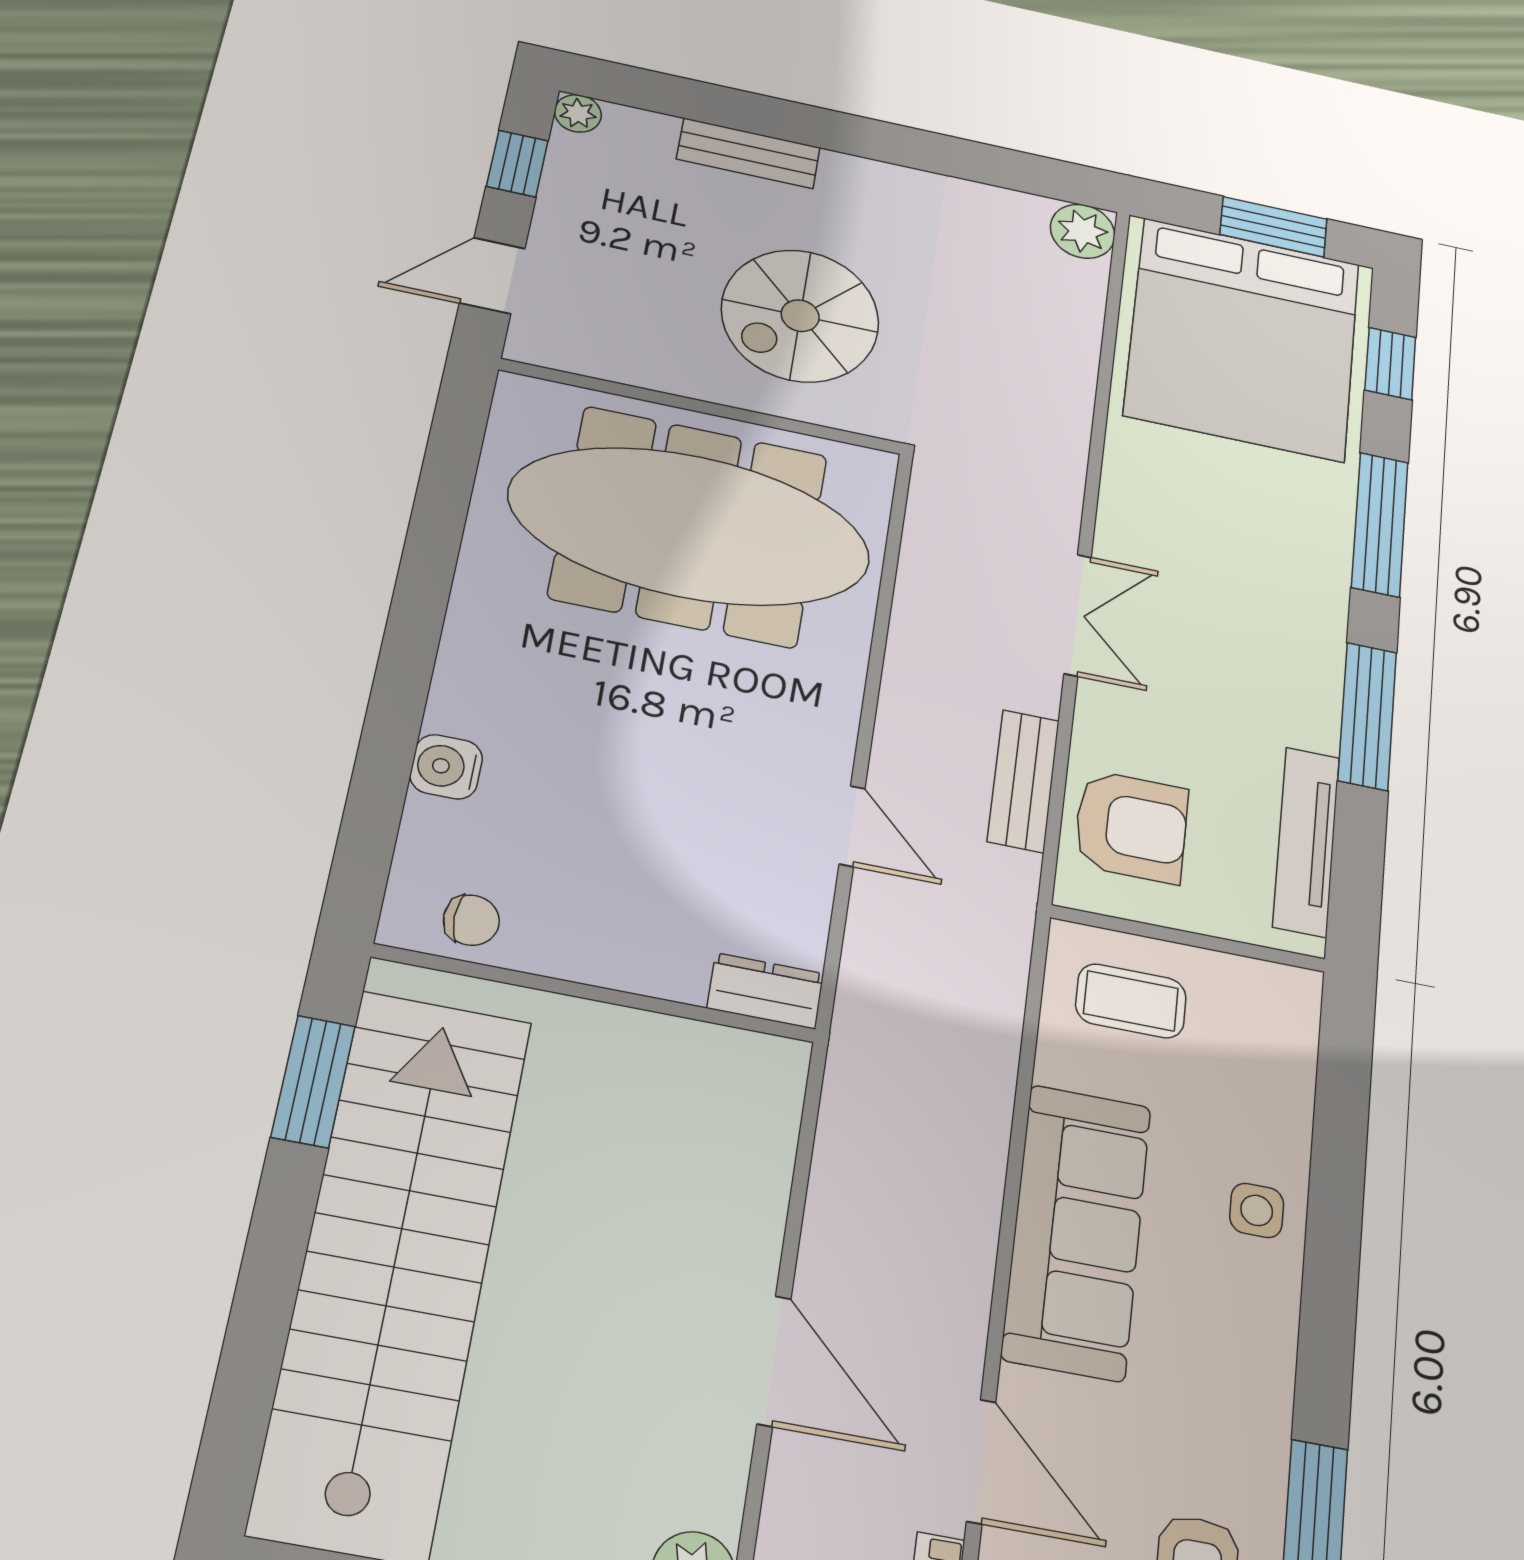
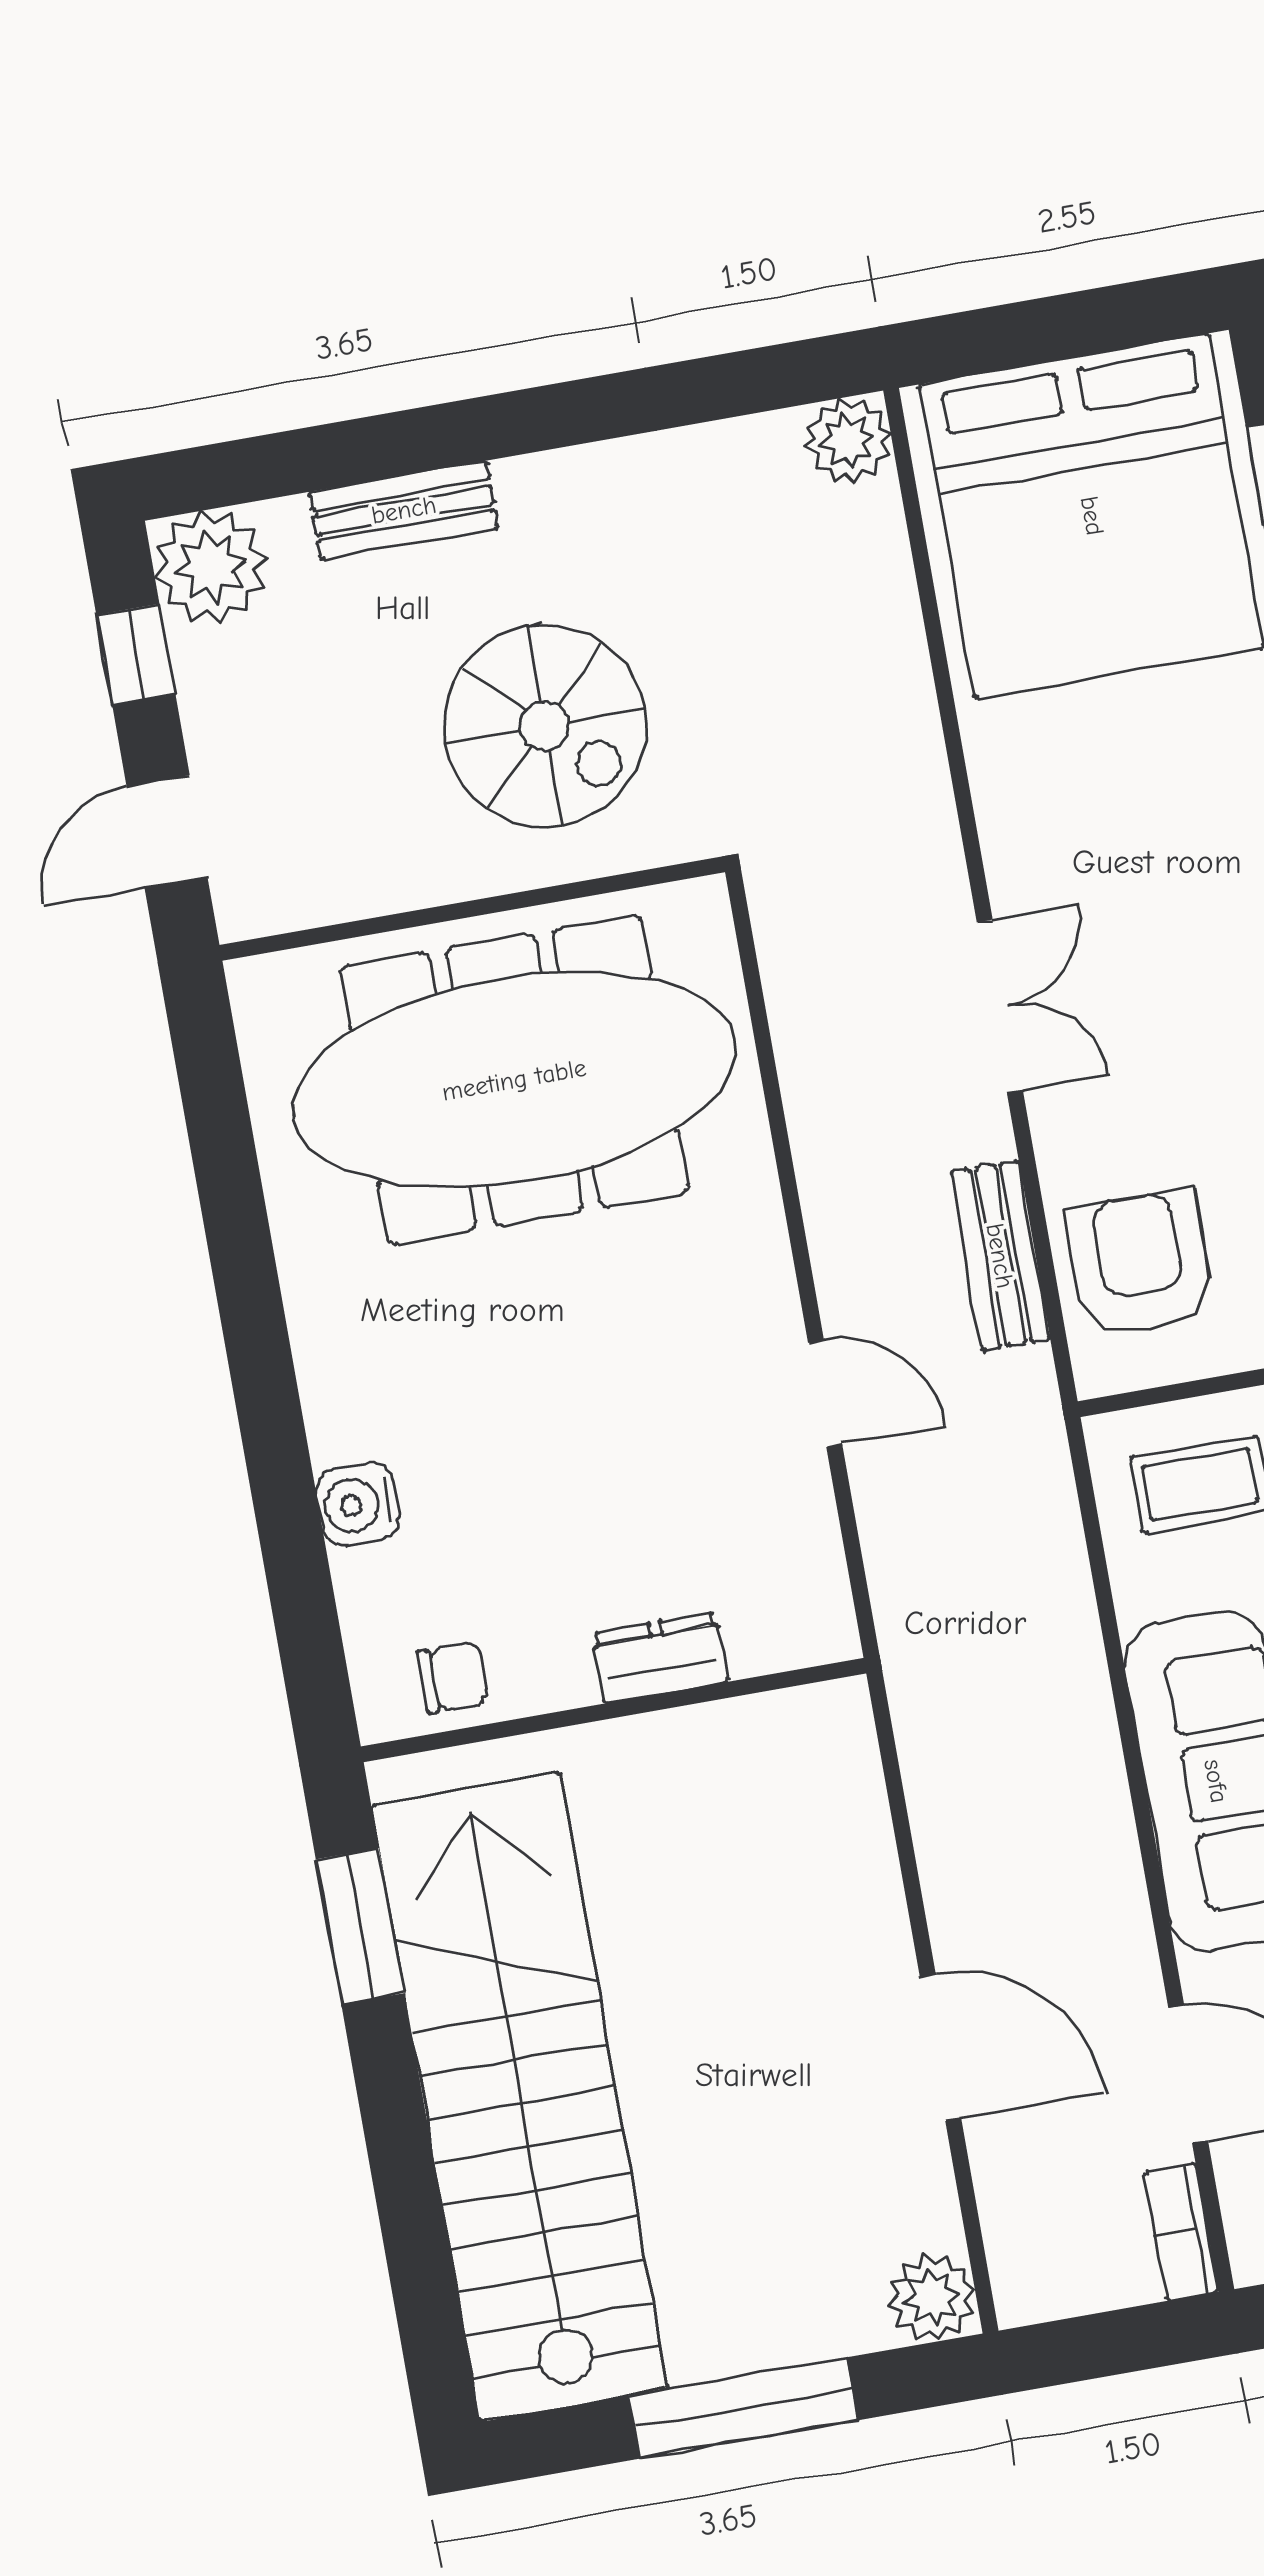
plant: (578, 113) -> (210, 567), width x1.88, depth x1.88
window: (1273, 227) -> (1086, 323), removed
spiral stairs: (800, 316) -> (545, 726), turned -90
armchair: (1131, 827) -> (1140, 1264), turned -90
dresser: (765, 991) -> (660, 1657), moved

